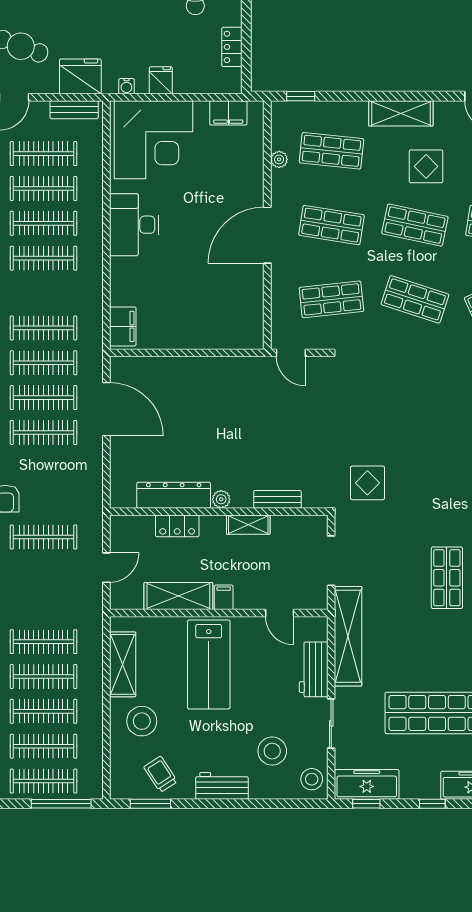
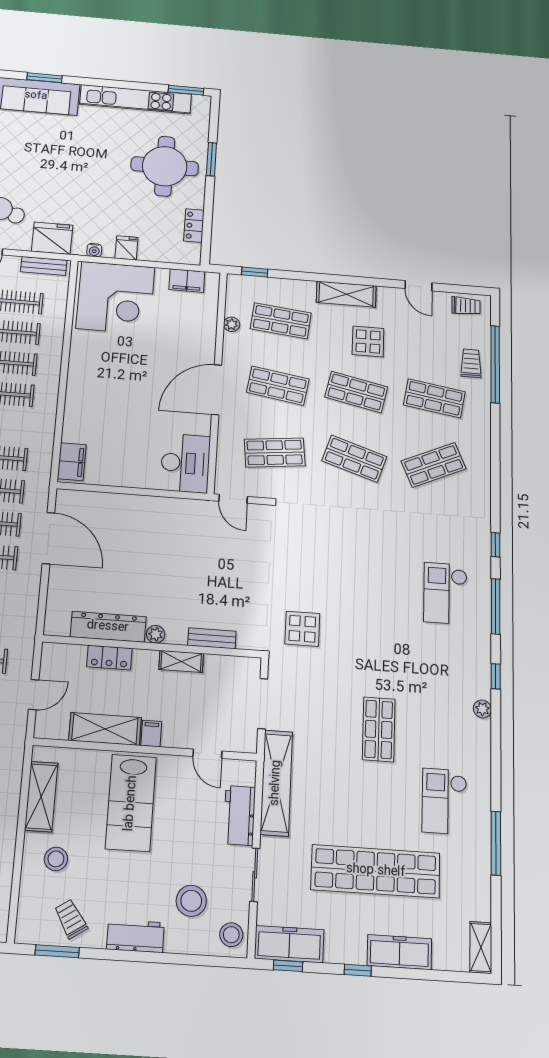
desk: (134, 225) -> (185, 463), moved, turned 180
stool: (142, 721) -> (56, 859), width x0.73, depth x0.73

